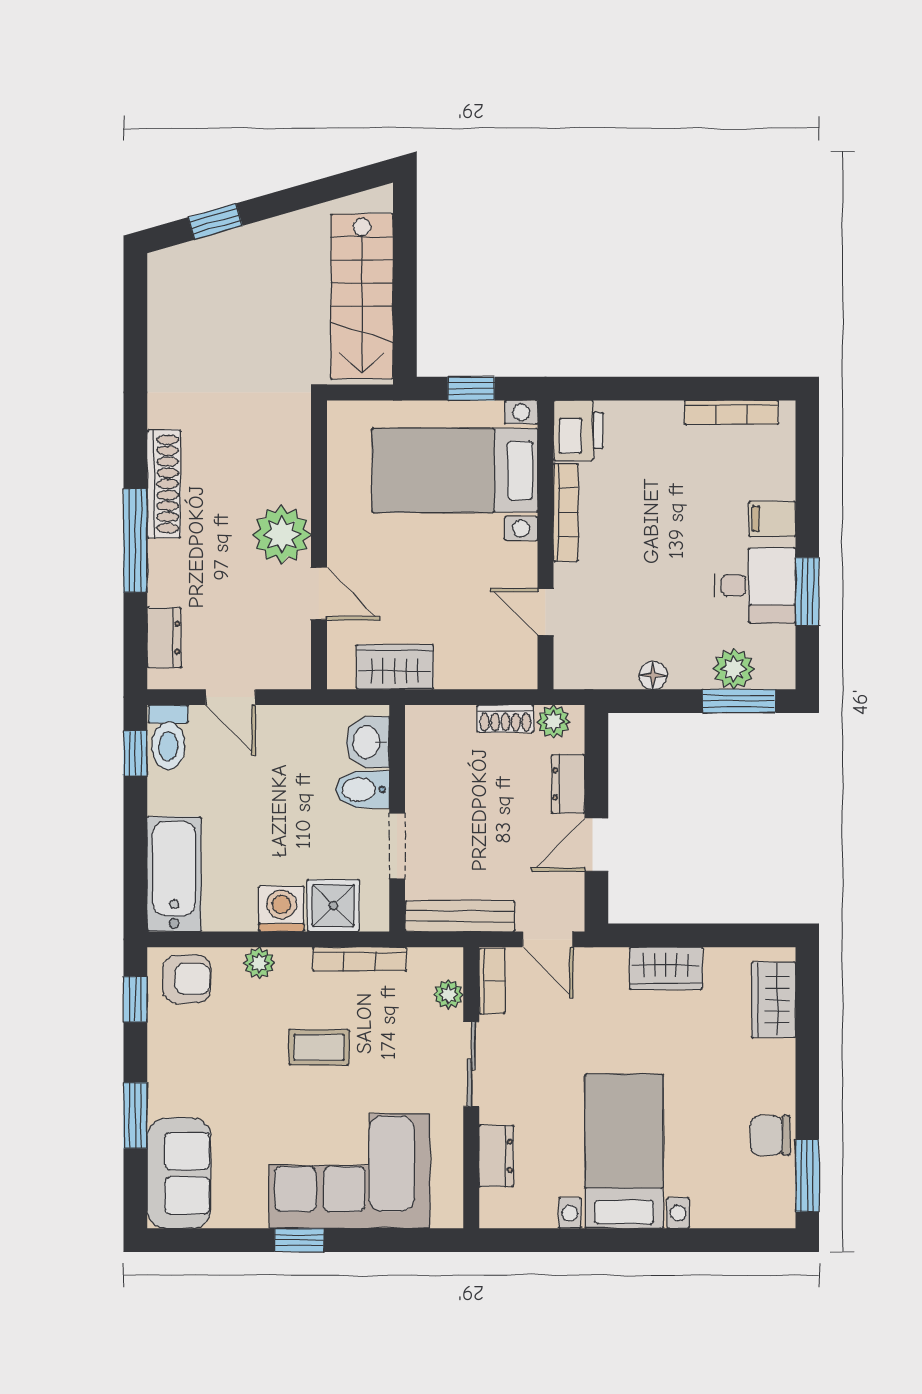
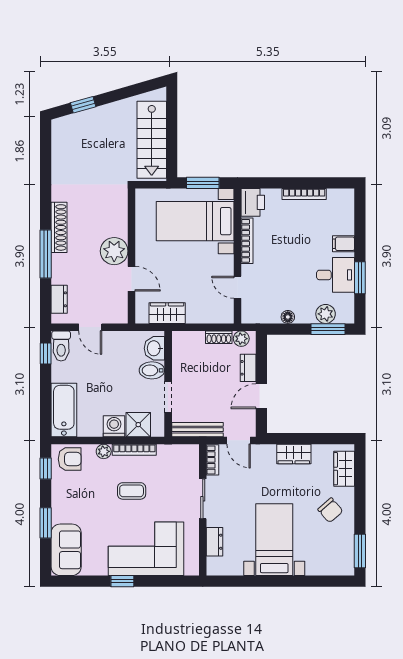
window: (471, 389) -> (203, 183), width x1.50
bookcase: (731, 412) -> (304, 194), moved
bookcase: (360, 959) -> (134, 450), moved
plant: (449, 994) -> (192, 466), removed
chair: (770, 1135) -> (330, 510), moved, turned -131

